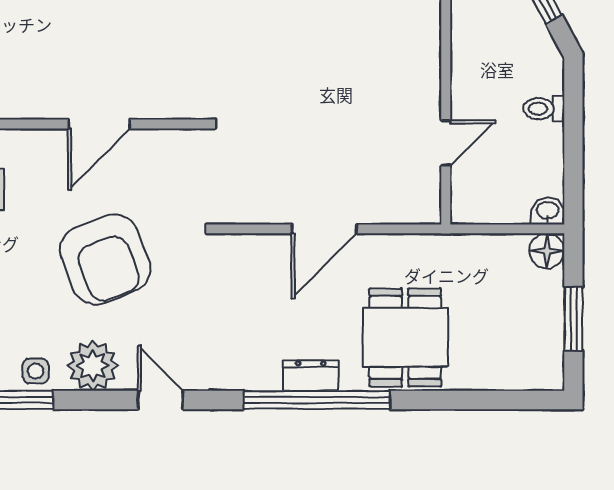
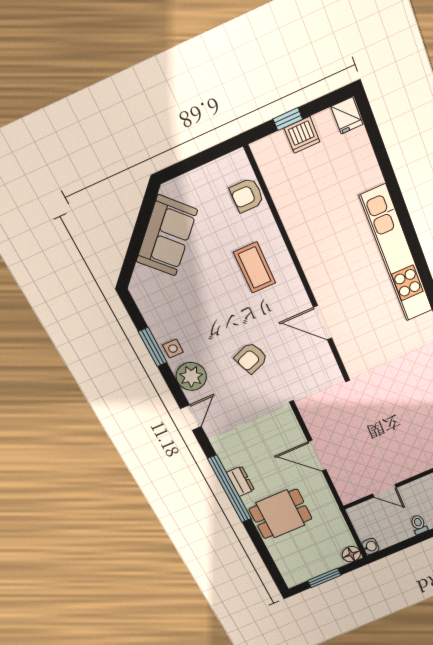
armchair: (105, 259) -> (251, 358), width x0.53, depth x0.53

